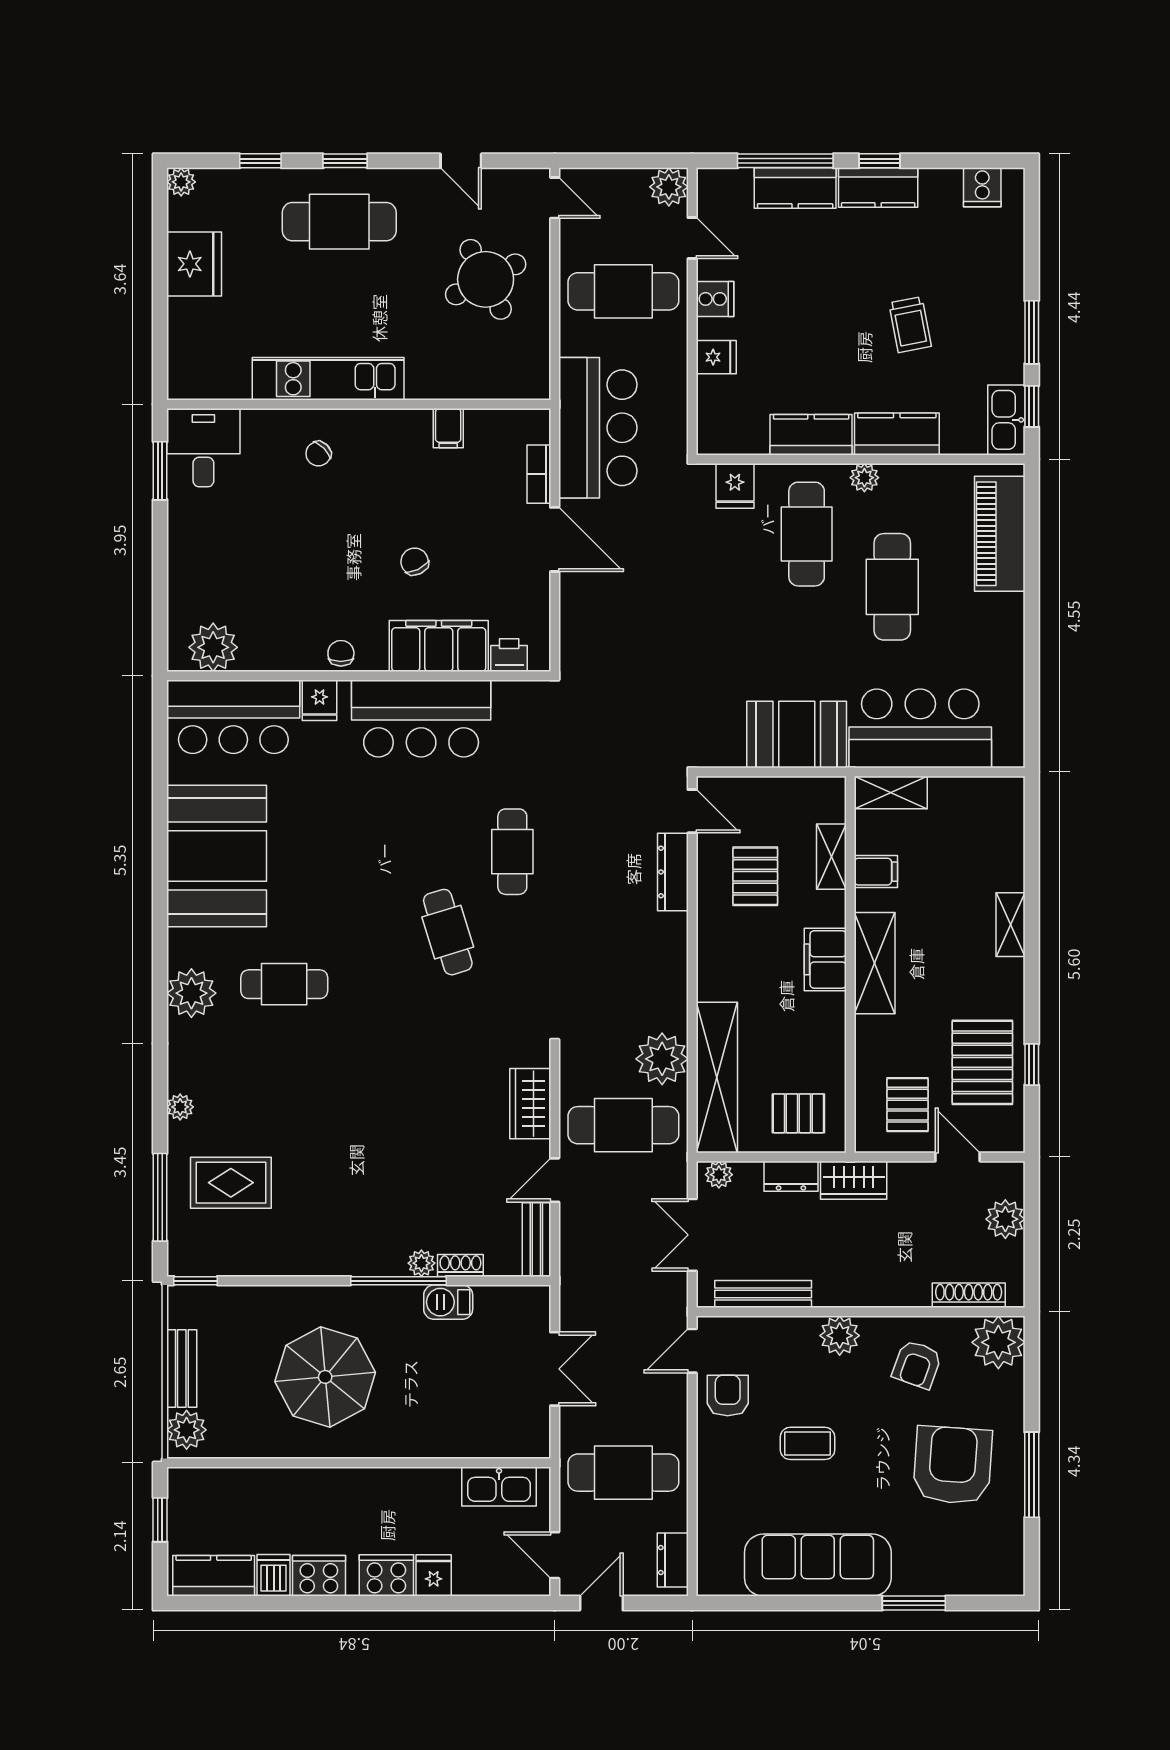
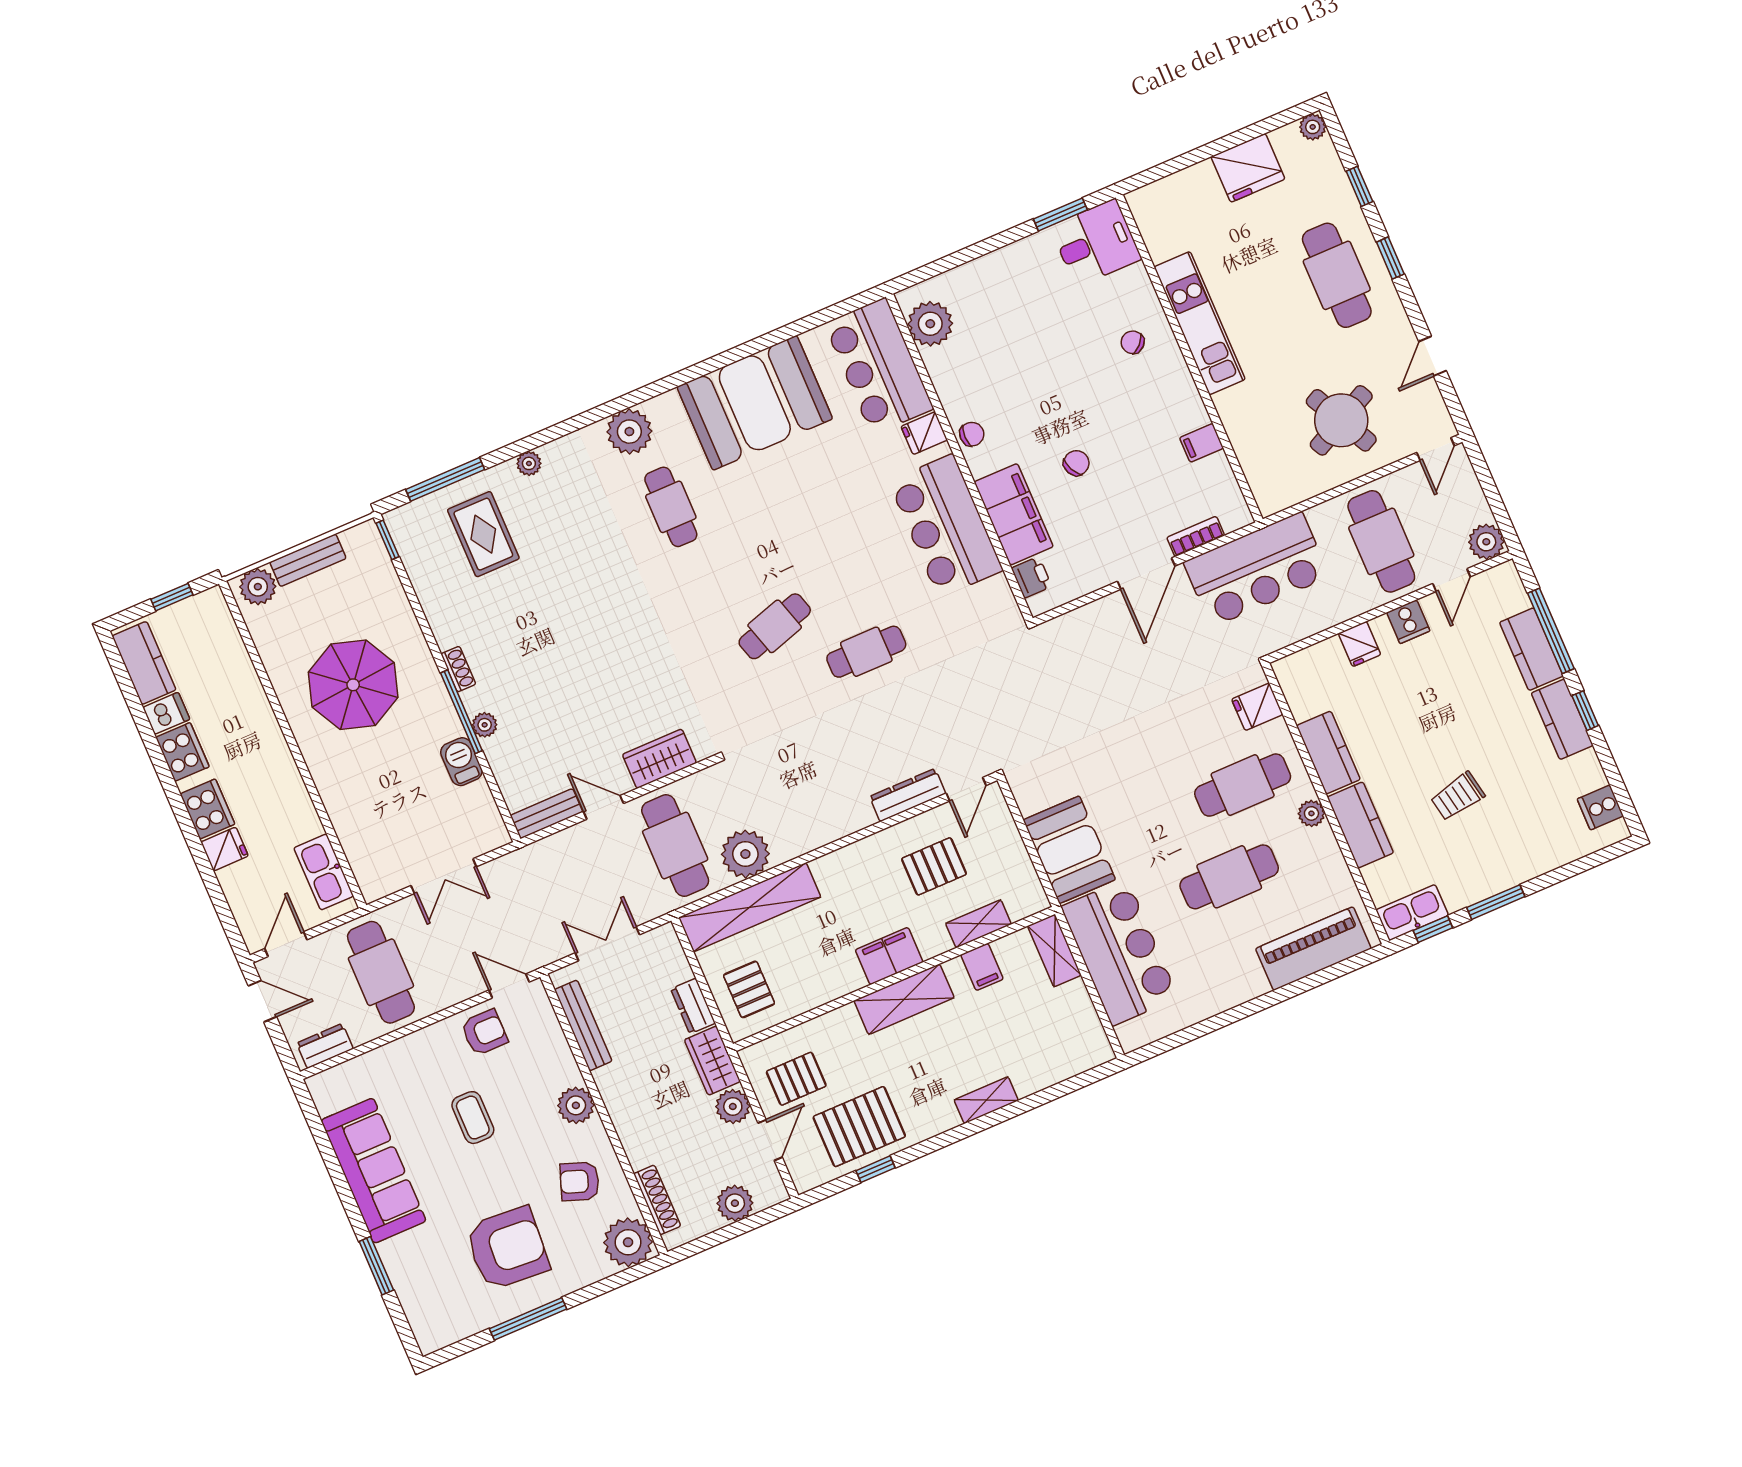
plant: (719, 1175) -> (733, 1106), moved, width x1.38, depth x1.38
shoe rack: (460, 1265) -> (458, 669), moved

